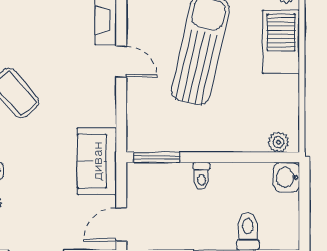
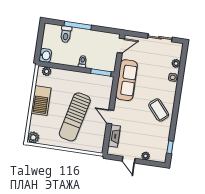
barbecue: (281, 42) -> (41, 101), moved
sofa: (97, 161) -> (127, 80), width x1.36

